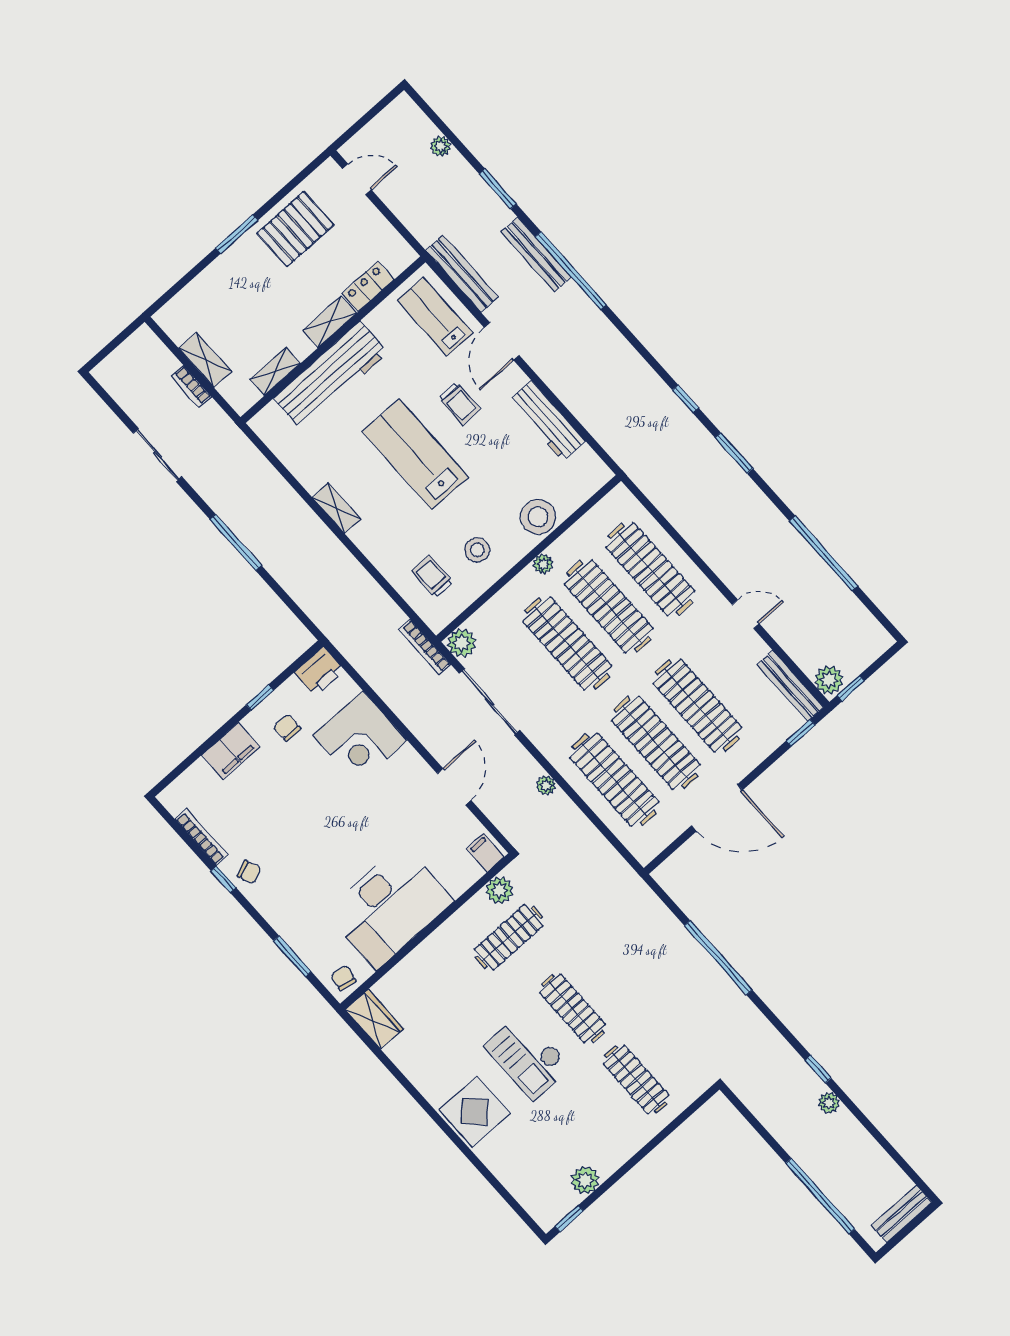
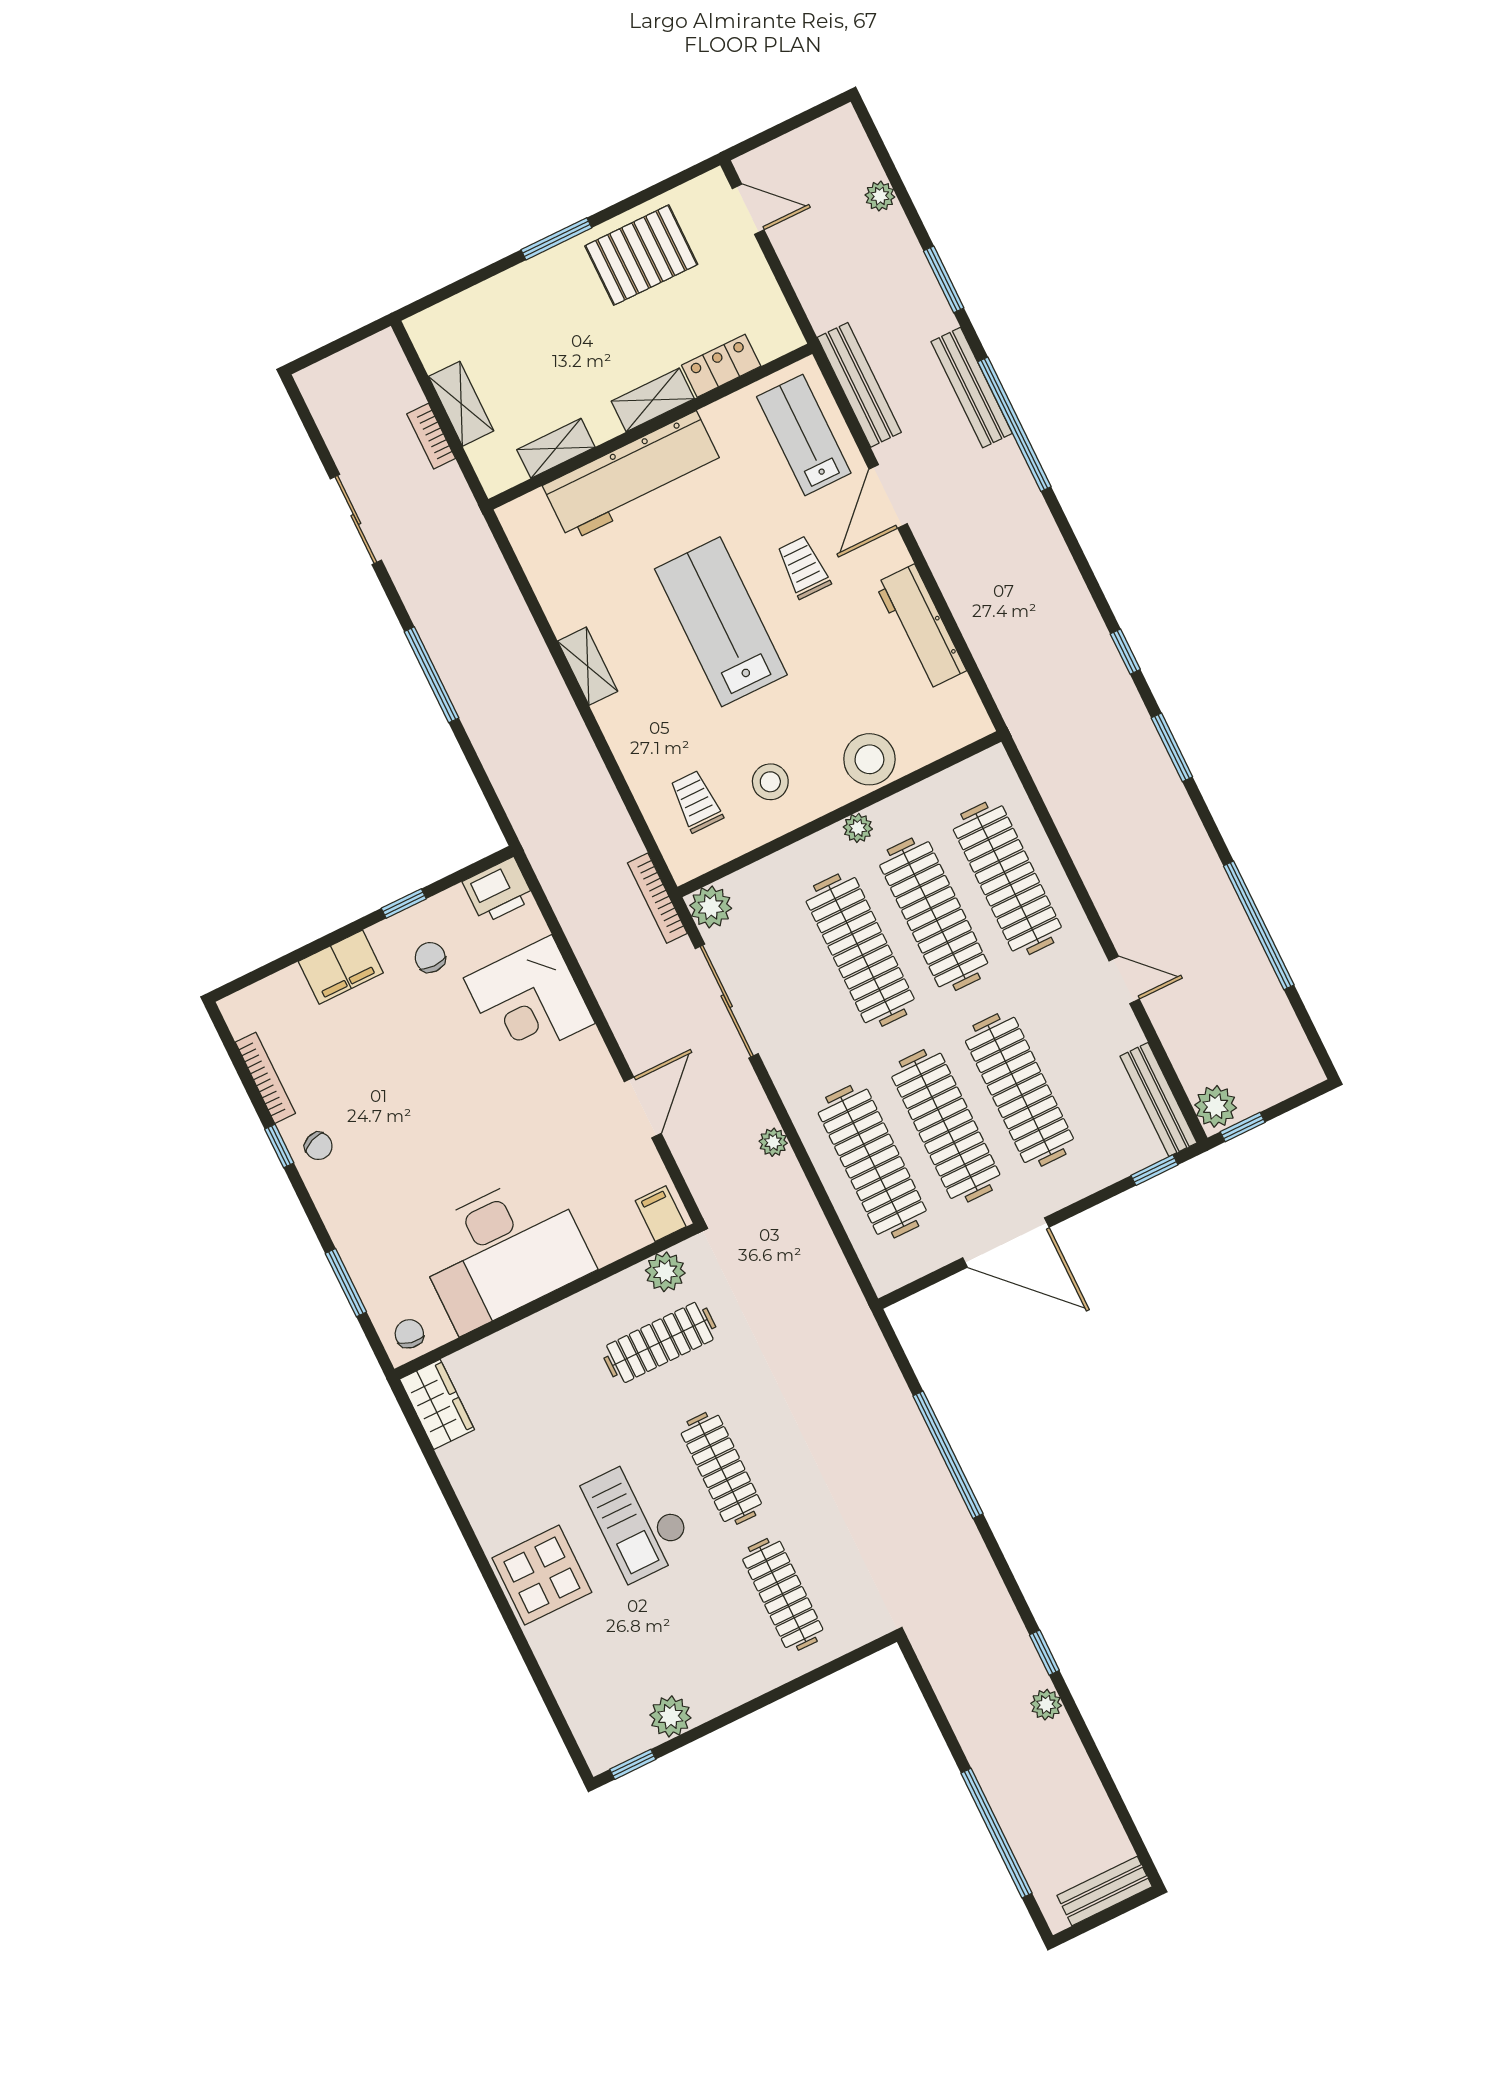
trolley: (459, 403) -> (804, 567), turned 180

